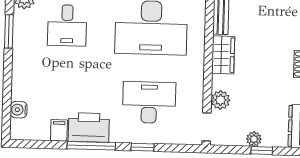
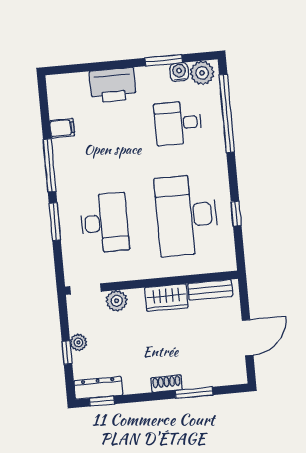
water cooler: (19, 110) -> (179, 72), moved
printer: (89, 127) -> (113, 85), moved, turned 90
window: (142, 147) -> (55, 222), width x1.50

